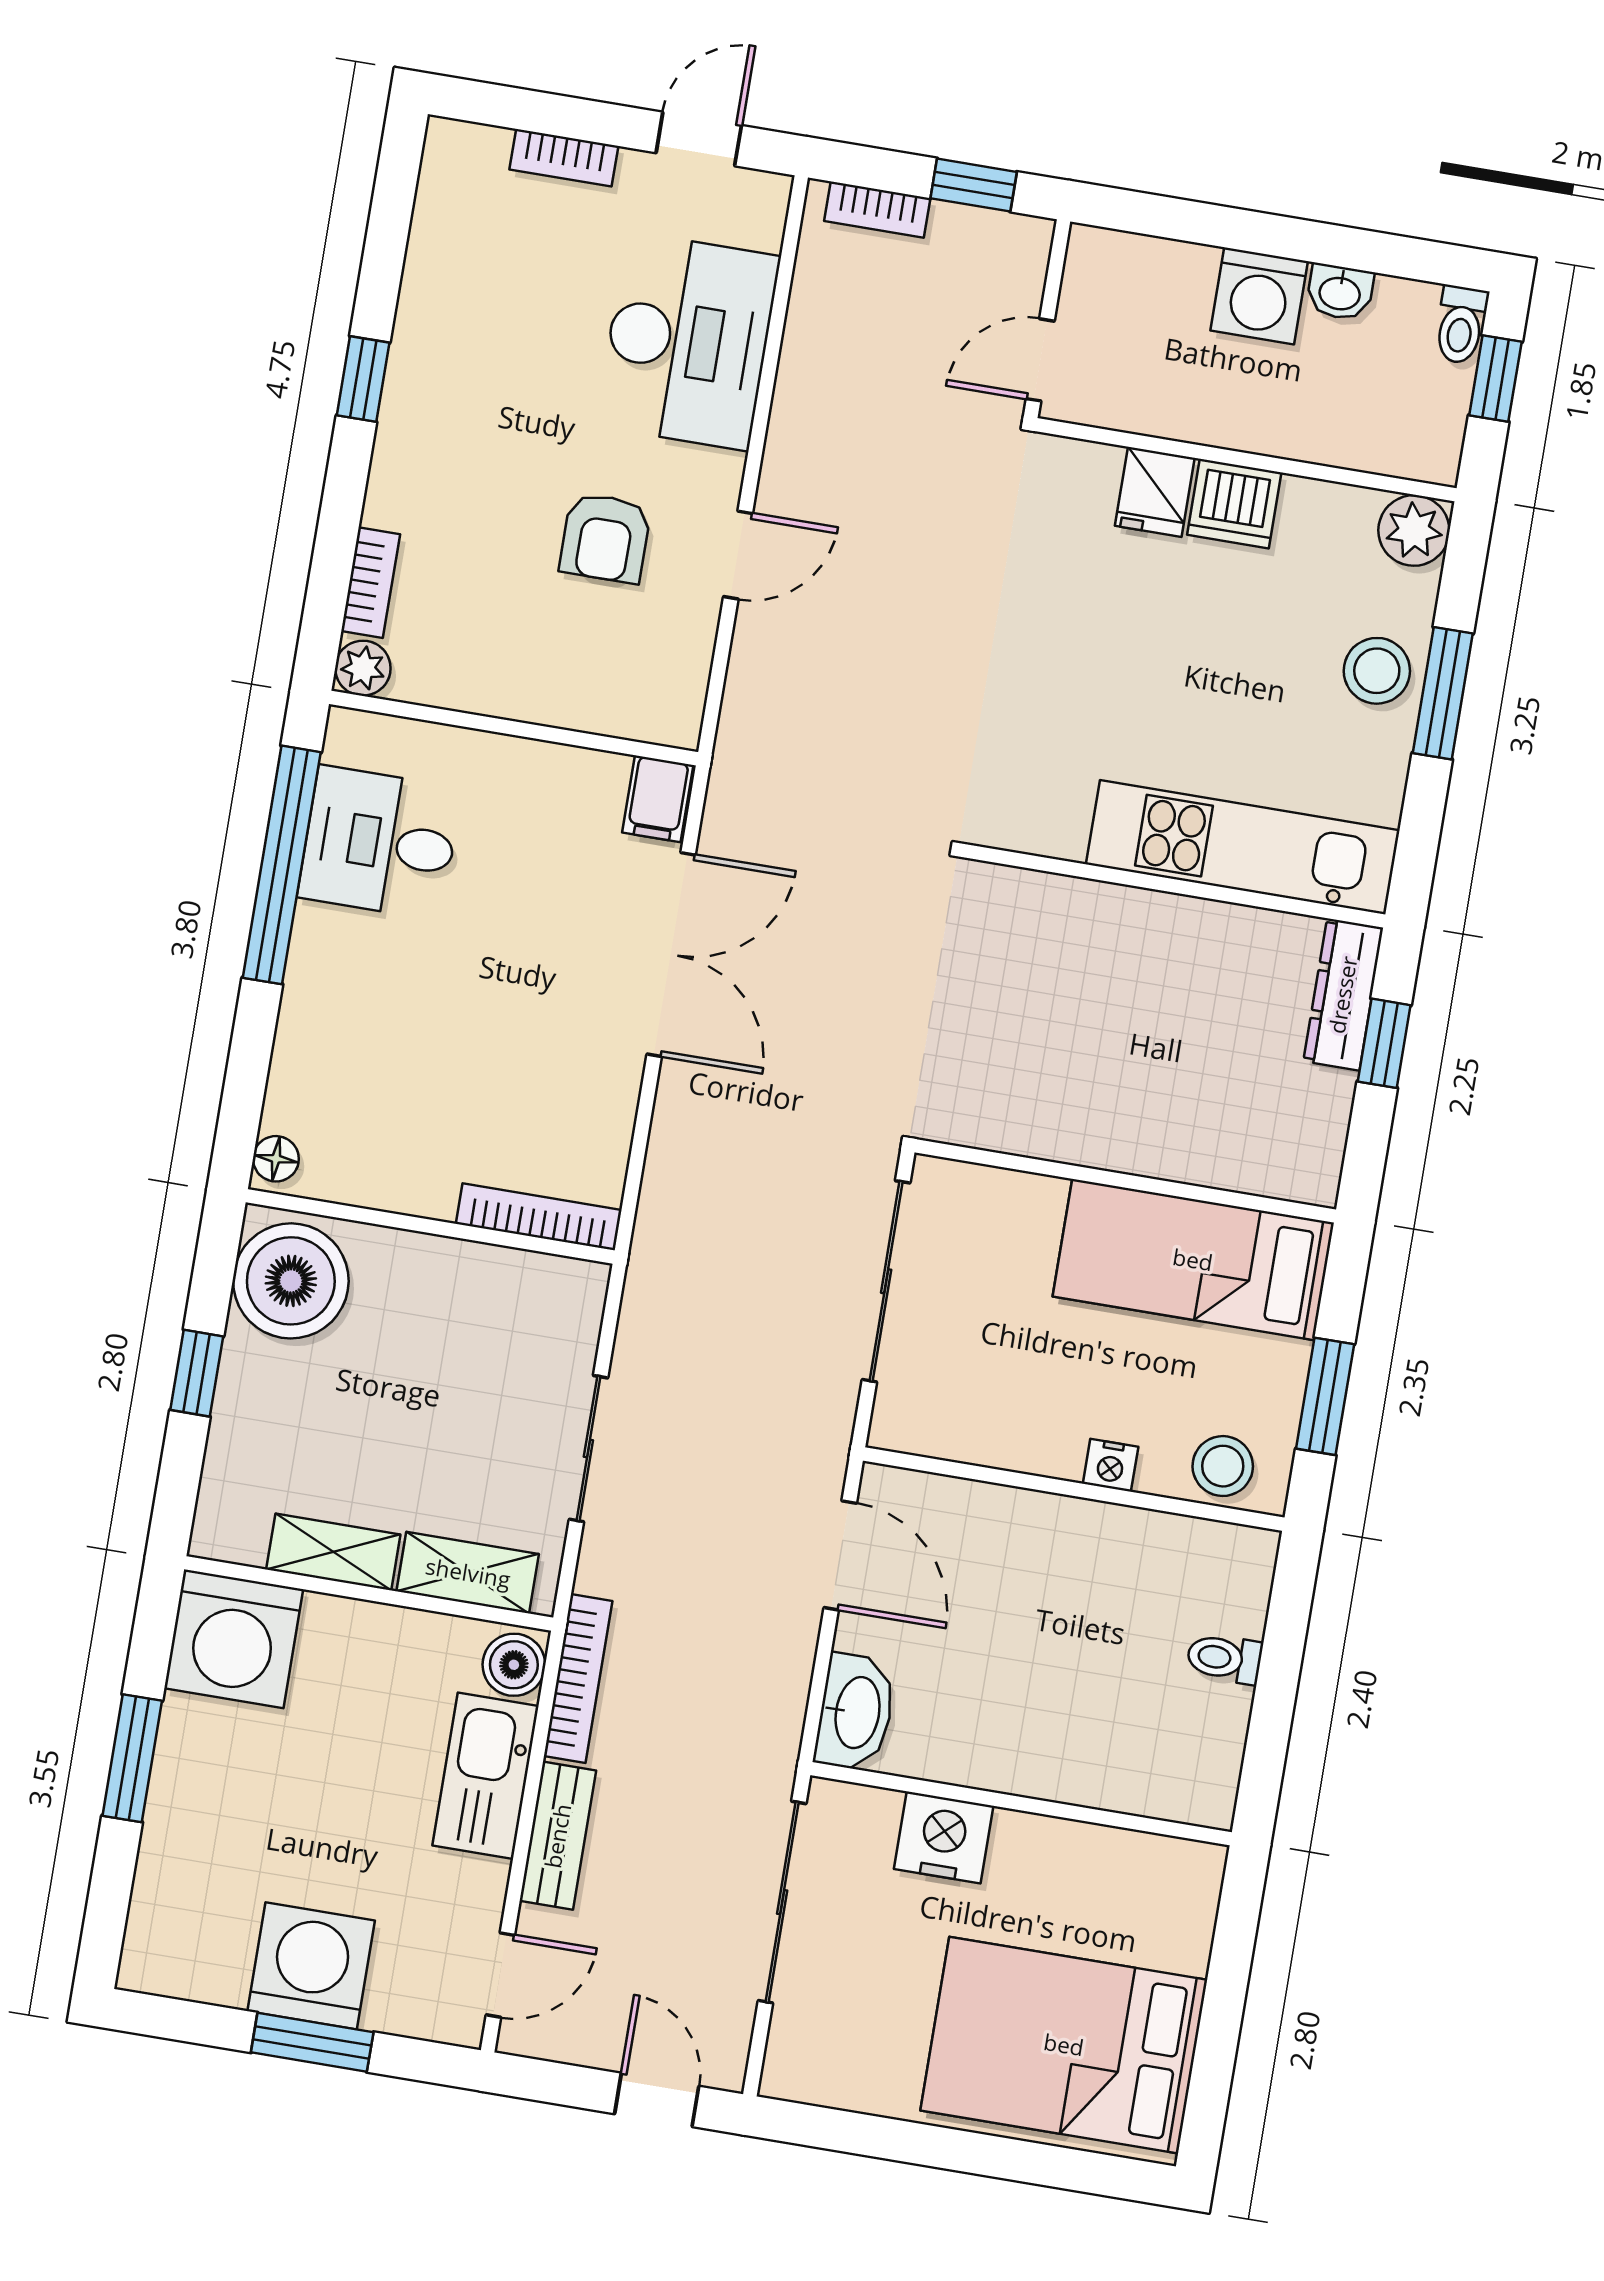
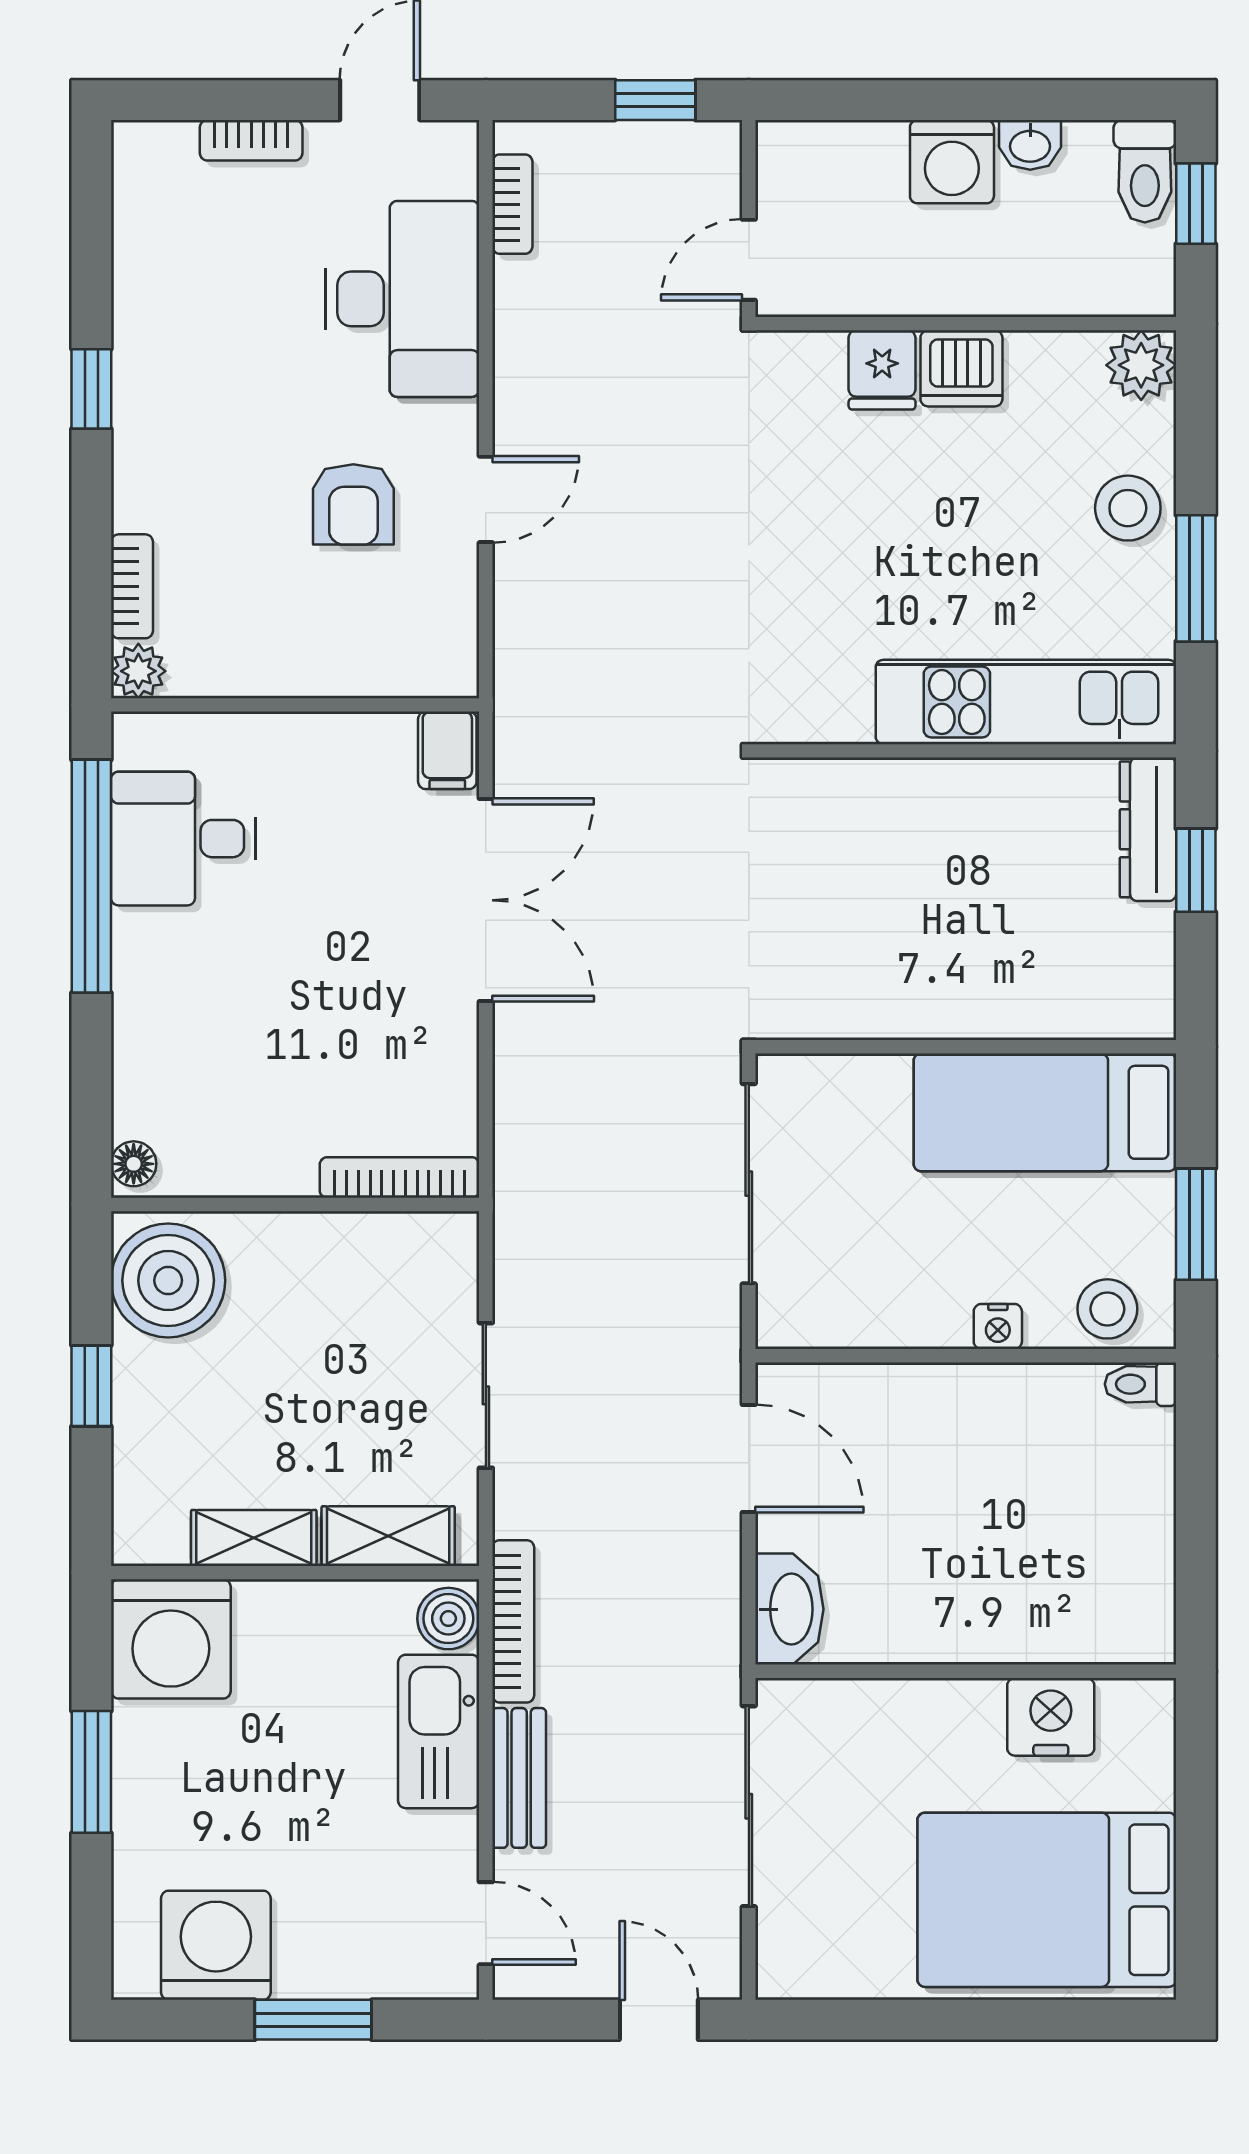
bookcase: (877, 210) -> (512, 204), moved, turned -90
toilet: (1461, 325) -> (1145, 171), width x1.37, depth x1.39
window: (1443, 693) -> (1196, 578), moved
toilet: (1224, 1658) -> (1140, 1384), moved
nightstand: (944, 1837) -> (1051, 1717), moved
washing machine: (311, 1966) -> (216, 1945), moved
door: (500, 1975) -> (486, 1923), hinge flipped

